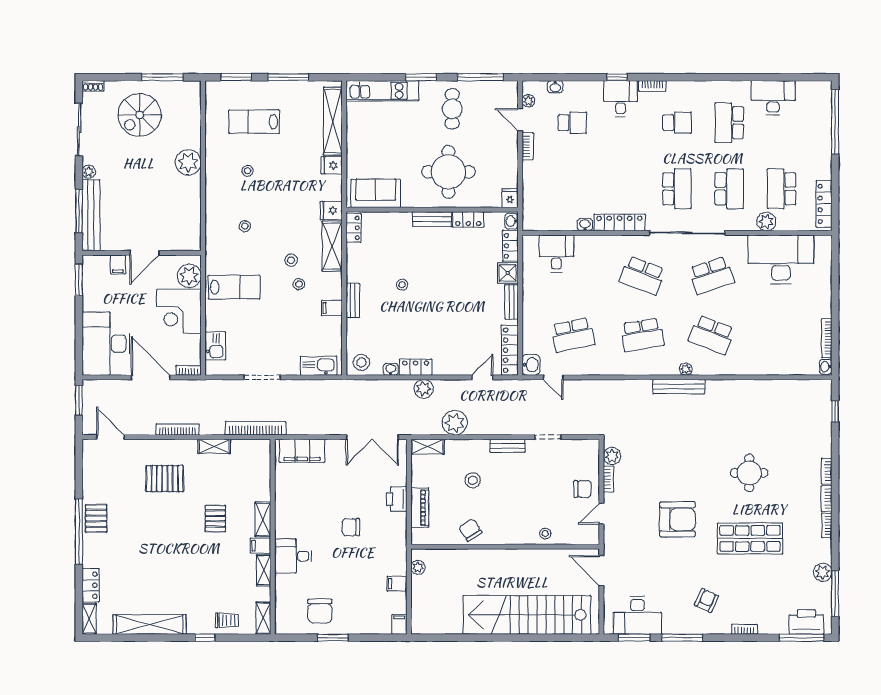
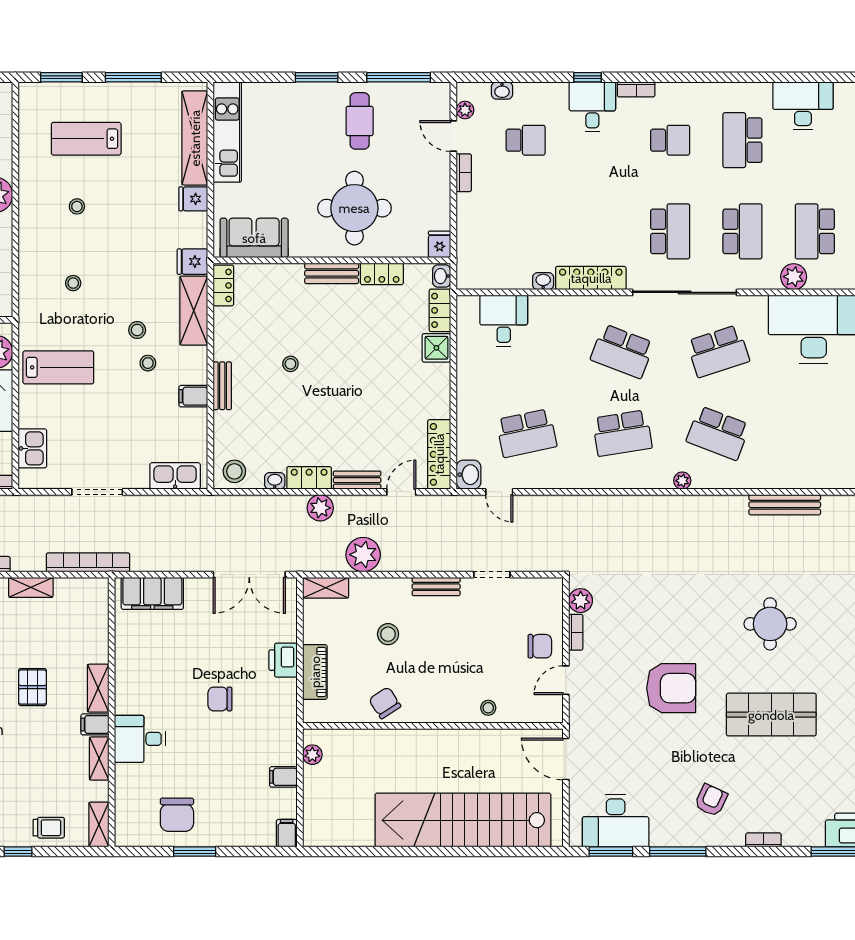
kitchen unit: (382, 91) -> (227, 132), moved, turned -90
bench: (511, 302) -> (357, 480), moved, turned 90
bench: (679, 387) -> (785, 505), moved

